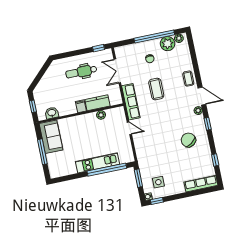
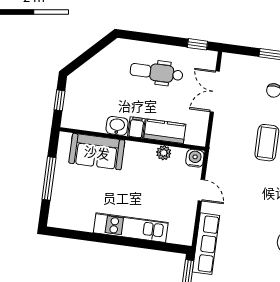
row of seats: (131, 102) -> (206, 244), moved
water cooler: (119, 112) -> (195, 158), added
washbasin: (52, 113) -> (117, 126), moved
sofa: (51, 137) -> (97, 152), moved, turned 90
window: (107, 170) -> (142, 244), removed

